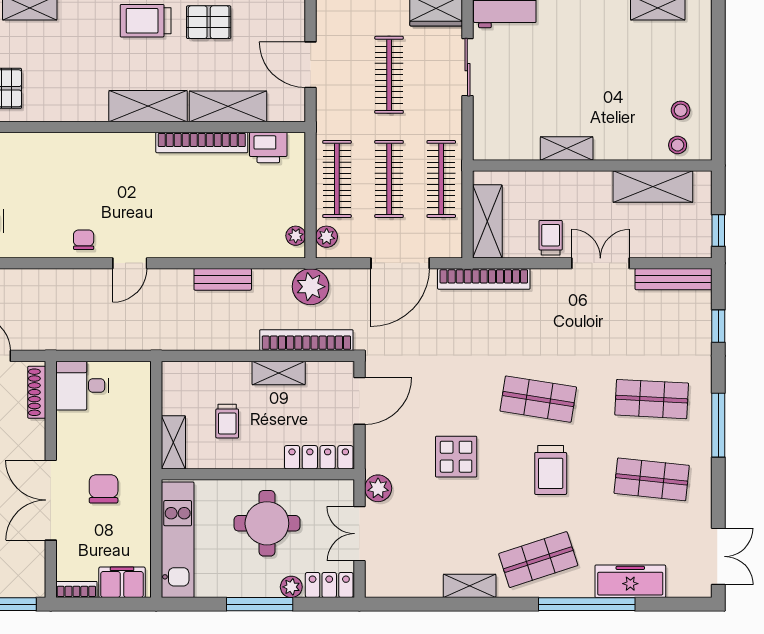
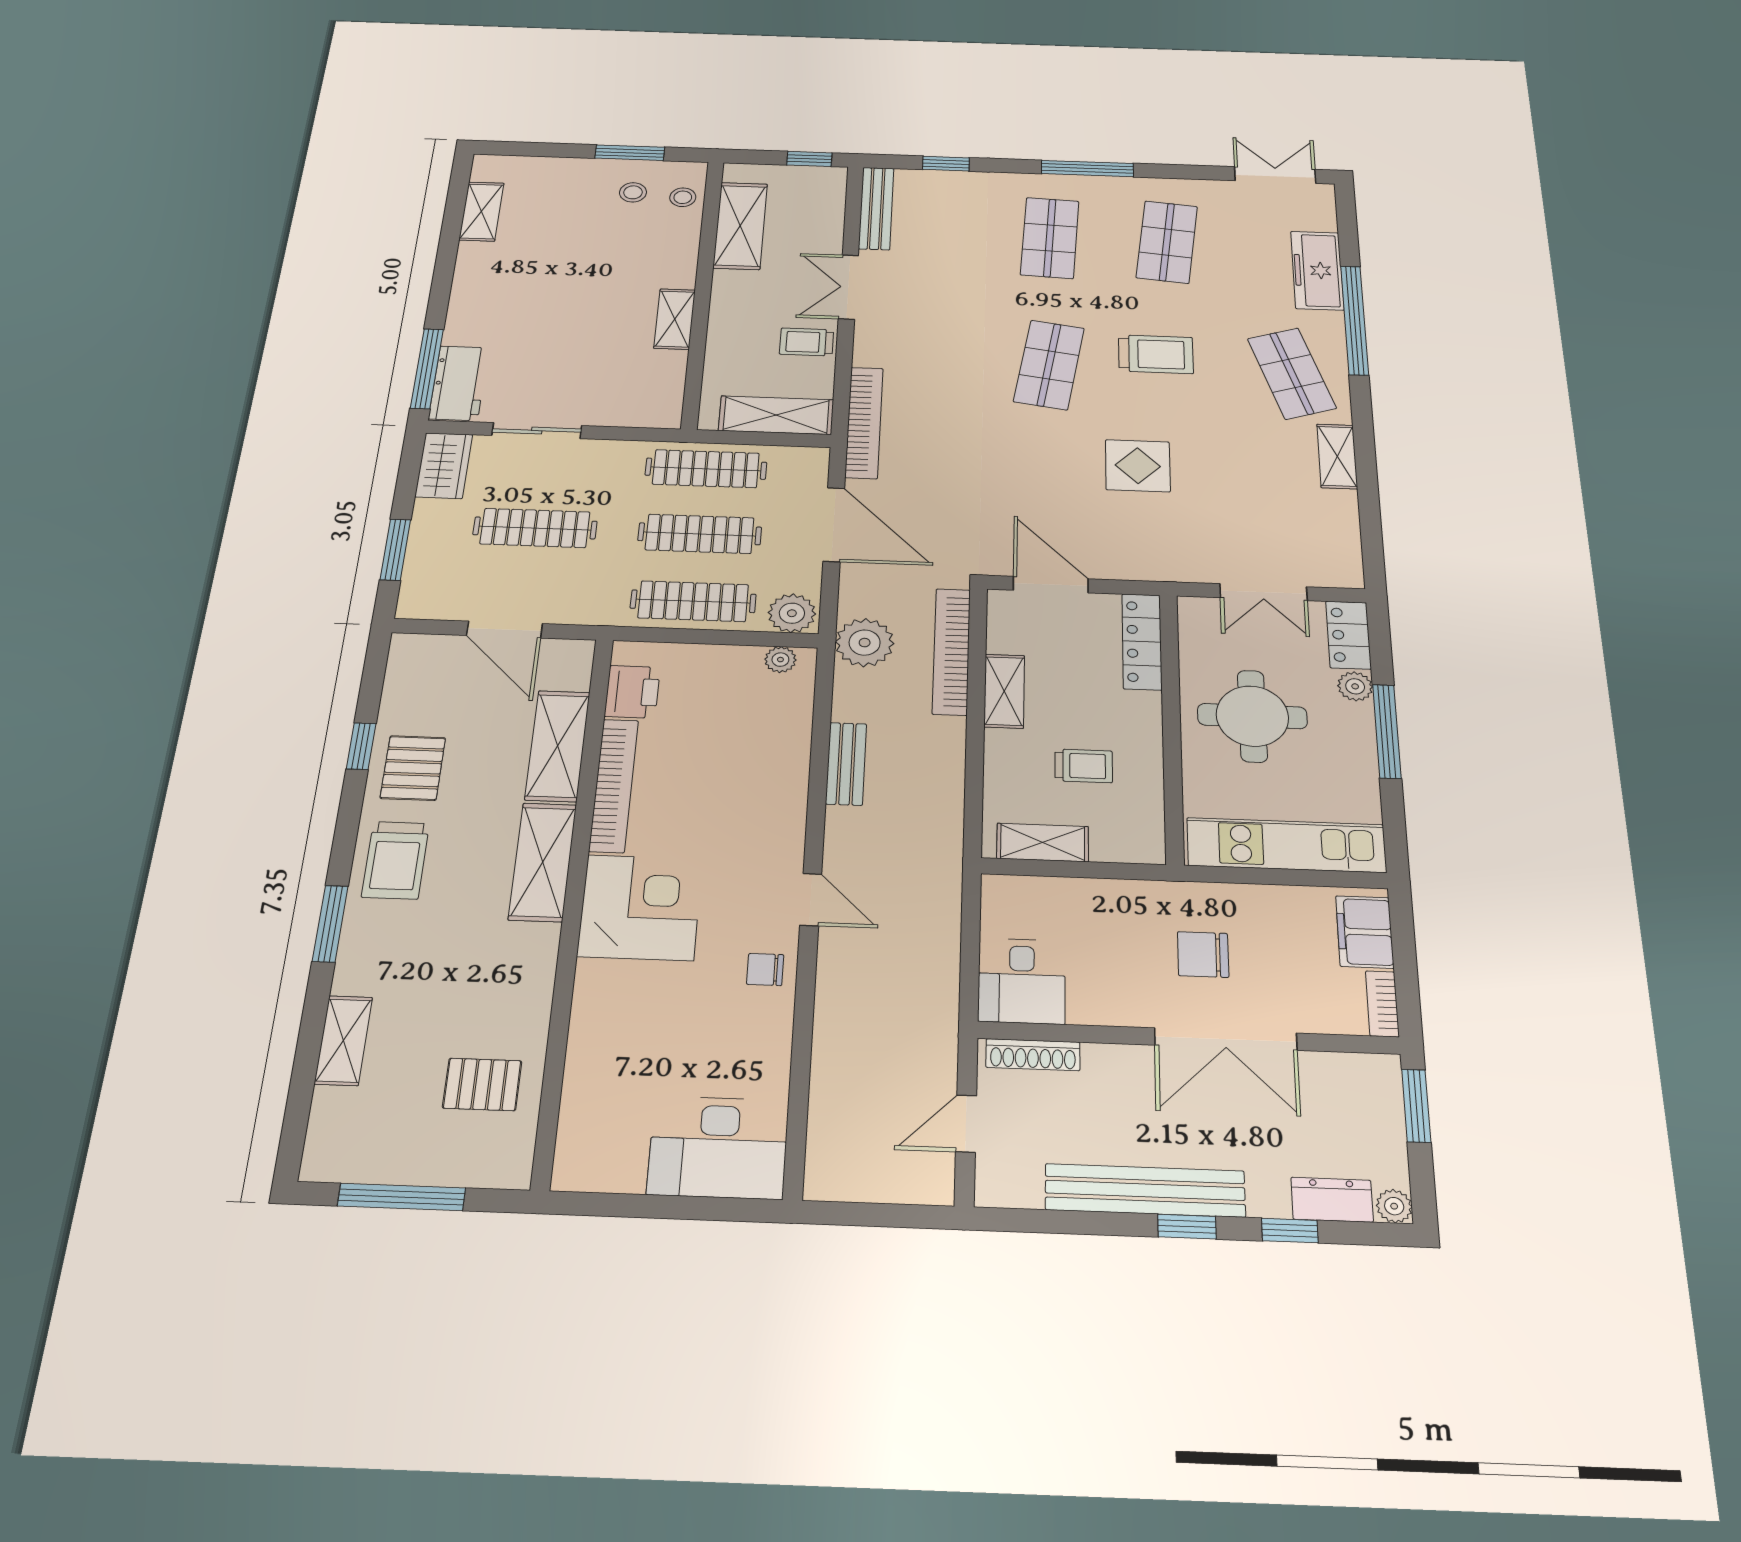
door: (311, 65) -> (505, 630), hinge flipped
window: (718, 105) -> (630, 153), added
corner desk: (121, 165) -> (640, 907), added
plant: (327, 237) -> (792, 613), width x1.38, depth x1.38
shelving: (173, 442) -> (1043, 843), moved
plant: (378, 488) -> (1190, 565), removed

